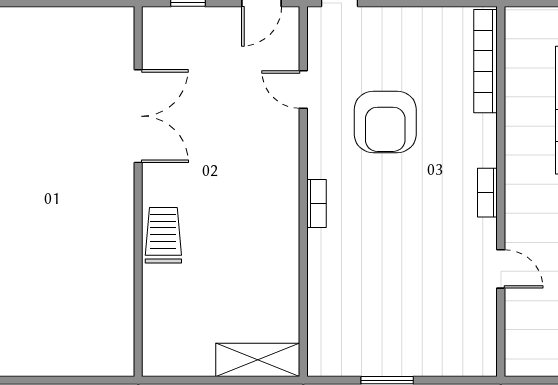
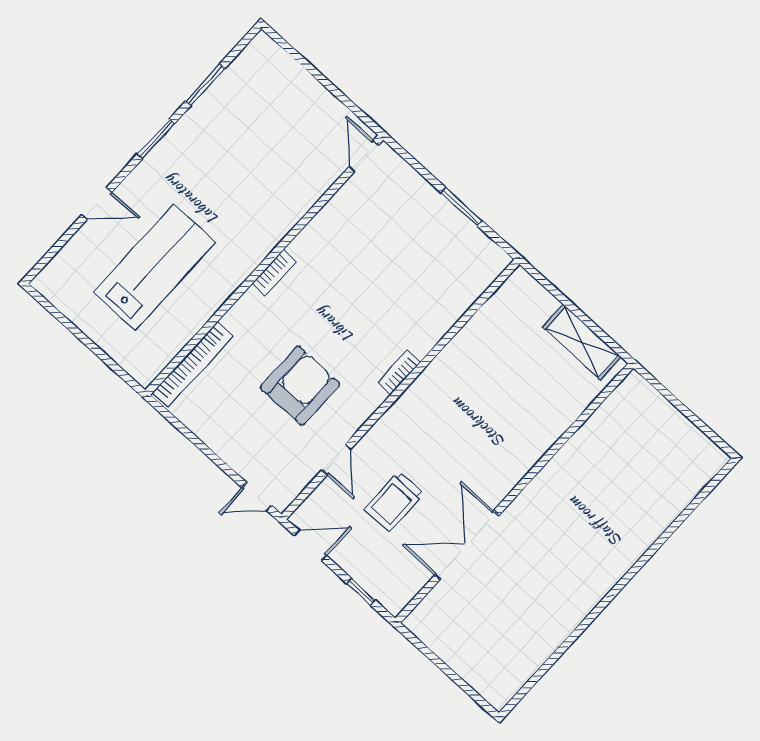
trolley: (163, 235) -> (394, 501), moved
door: (501, 269) -> (364, 156), moved
shelving: (258, 360) -> (582, 342), moved

